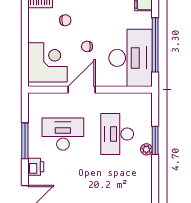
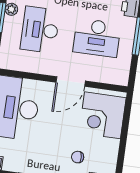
chair: (87, 46) -> (59, 126), removed
desk: (117, 134) -> (40, 30), turned 180

